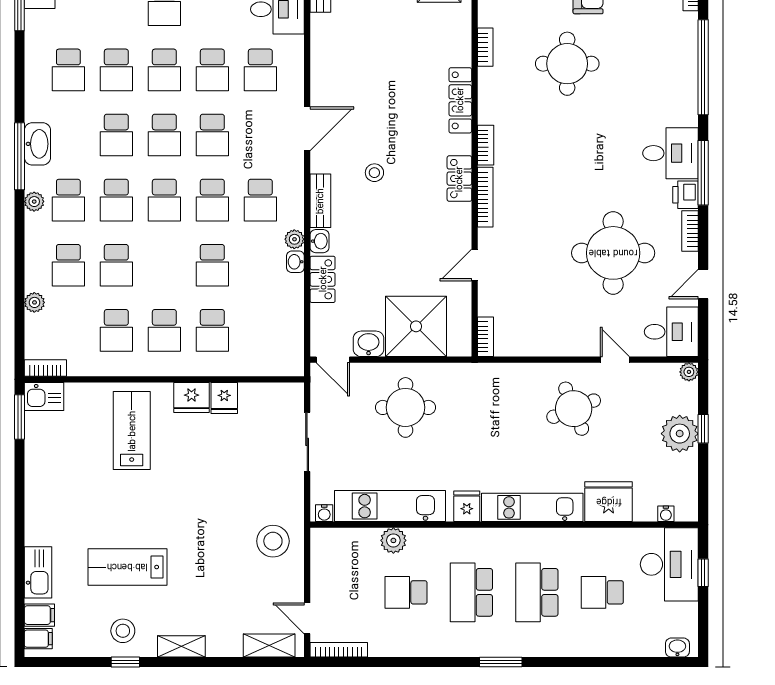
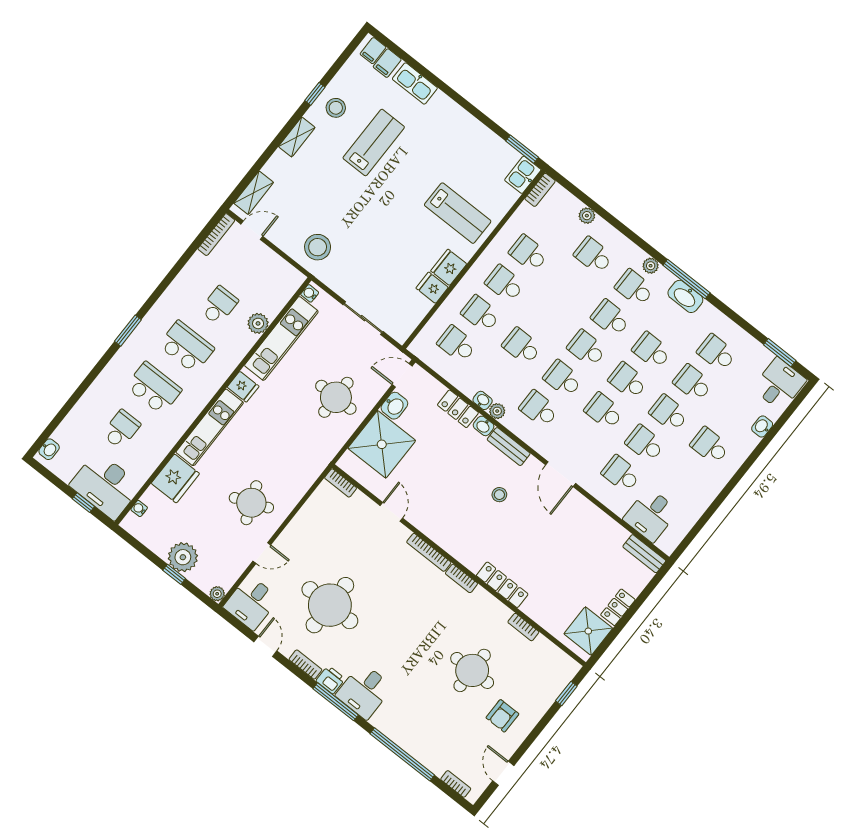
locker: (459, 179) -> (453, 545), removed
school desk: (116, 265) -> (457, 344), moved

